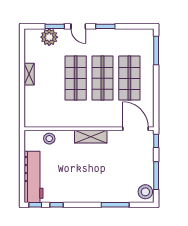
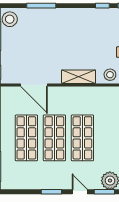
door: (135, 129) -> (34, 85), moved
shelving: (91, 137) -> (79, 77), moved

